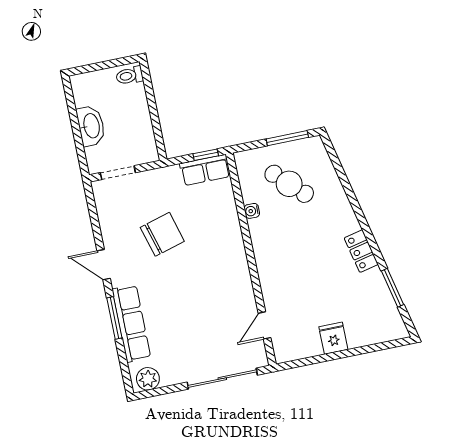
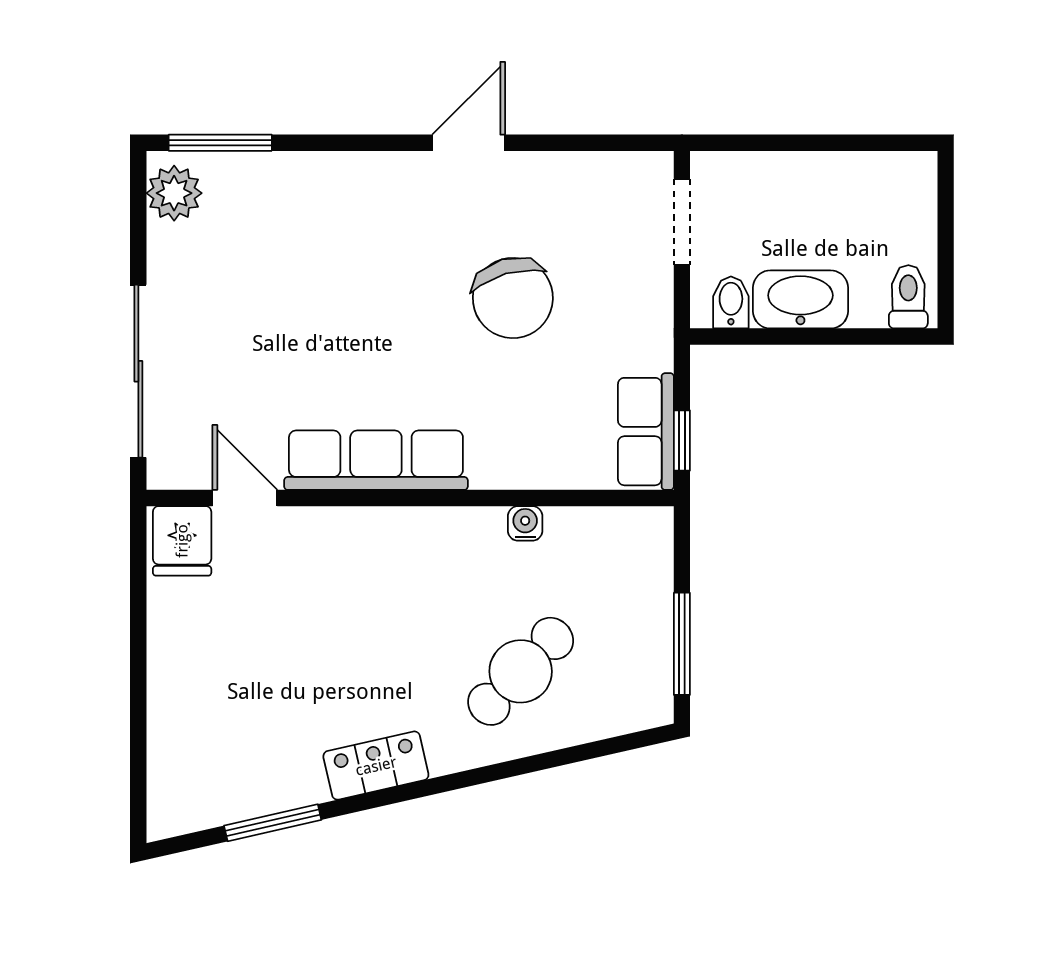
washbasin: (91, 126) -> (800, 299), moved, turned 180
bidet: (146, 146) -> (731, 302), added
cafe table: (289, 184) -> (521, 671), moved
window: (114, 318) -> (220, 143), moved
row of seats: (131, 323) -> (376, 460), moved, turned 180
fridge: (333, 338) -> (182, 541), moved, turned 90

